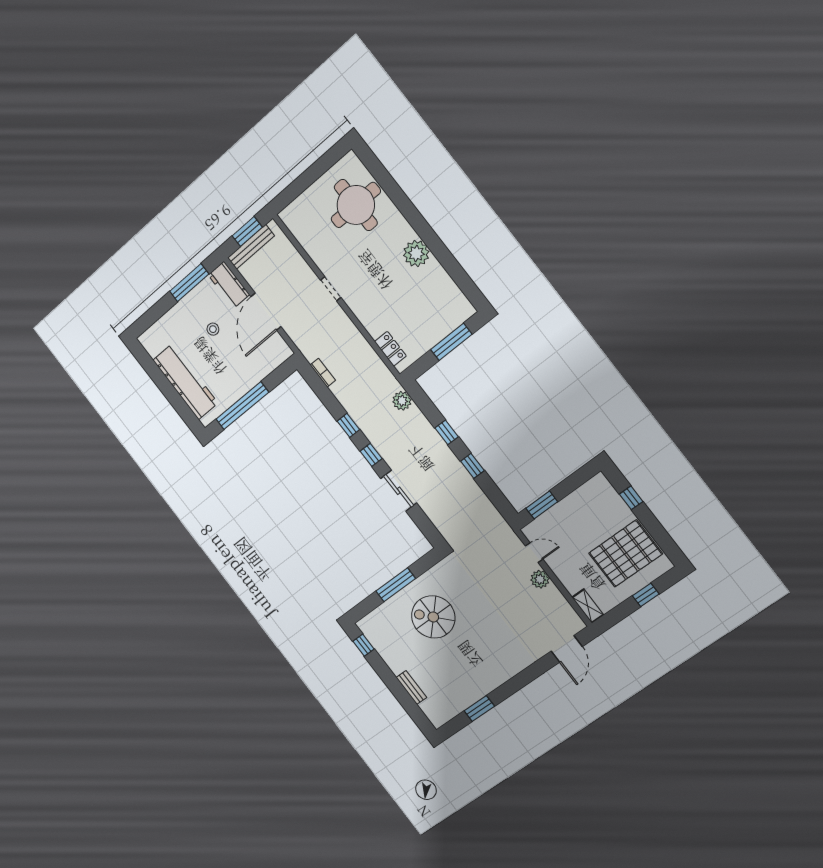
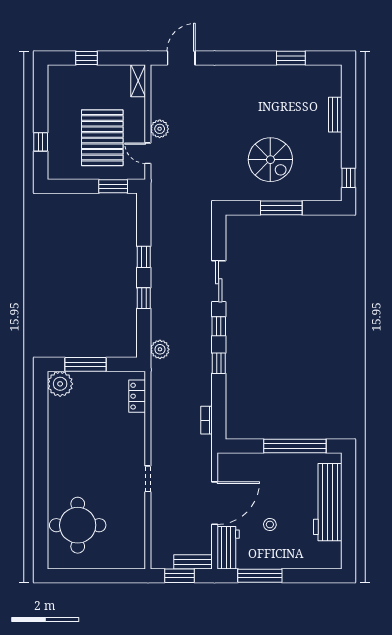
bench: (251, 247) -> (193, 562), width x0.73
plant: (416, 253) -> (60, 384), moved
pallet: (626, 554) -> (102, 138), moved, turned 90

